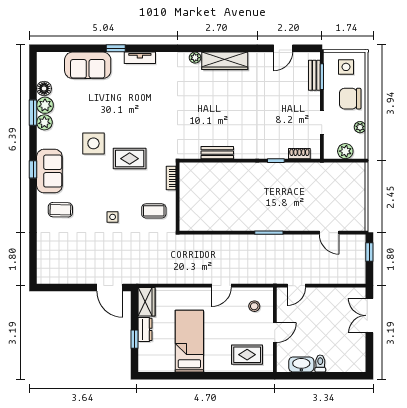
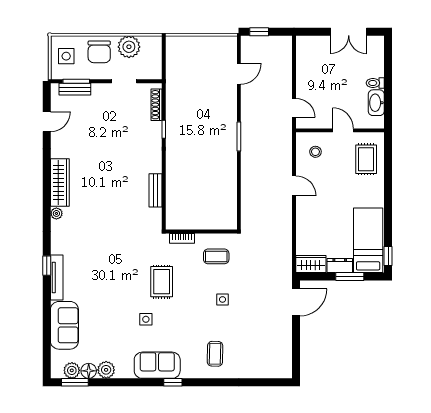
window: (116, 48) -> (47, 266), moved
door: (283, 48) -> (47, 122), hinge flipped
tv unit: (140, 58) -> (57, 278), width x1.41
window: (33, 113) -> (75, 382), moved
plant: (44, 122) -> (72, 370), moved
plant: (360, 127) -> (129, 47), width x1.87, depth x1.87
side table: (93, 143) -> (146, 319), width x0.54, depth x0.54
plant: (345, 151) -> (154, 57), removed
shoe rack: (299, 154) -> (157, 105), width x1.43
sofa: (49, 171) -> (157, 365), moved
coffee table: (154, 211) -> (216, 256), turned 90
double door: (369, 316) -> (349, 32), moved
window: (135, 339) -> (350, 276), width x1.50
bed: (189, 341) -> (368, 240), moved, turned 90
window: (154, 376) -> (388, 256), added

